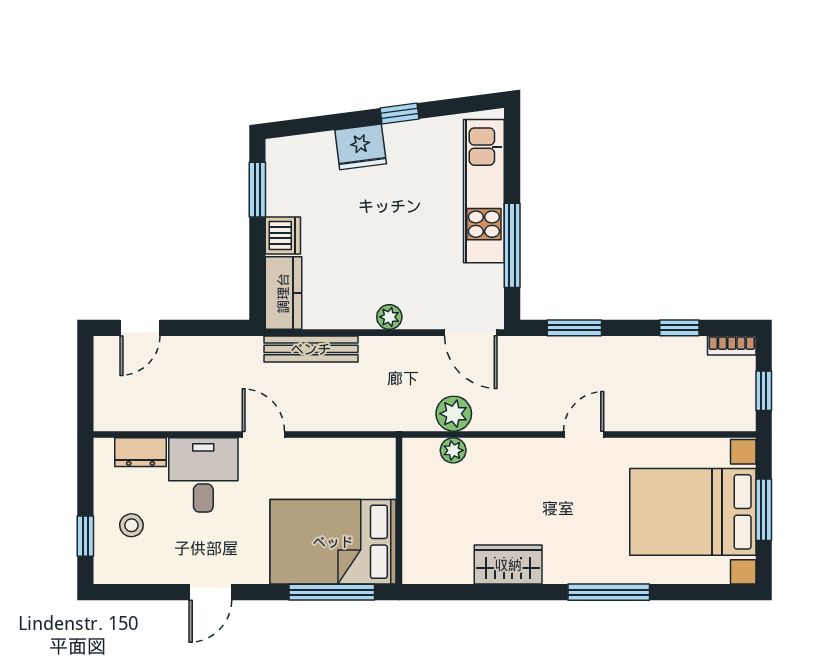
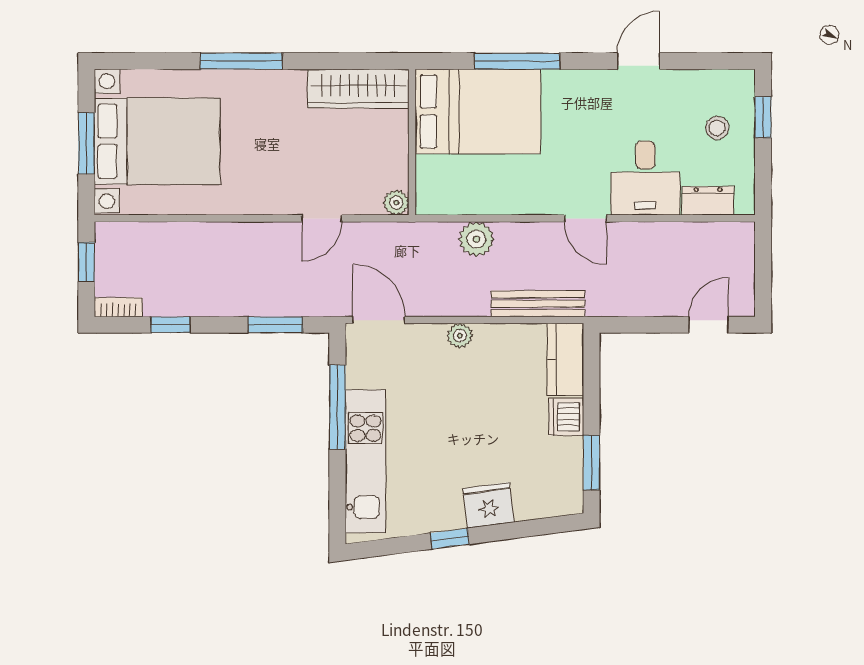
plant: (454, 414) -> (476, 239), moved
door: (584, 435) -> (322, 218), moved
wall: (399, 511) -> (412, 142), moved
bed: (333, 542) -> (478, 111), moved
wardrobe: (508, 565) -> (358, 89), width x1.50

